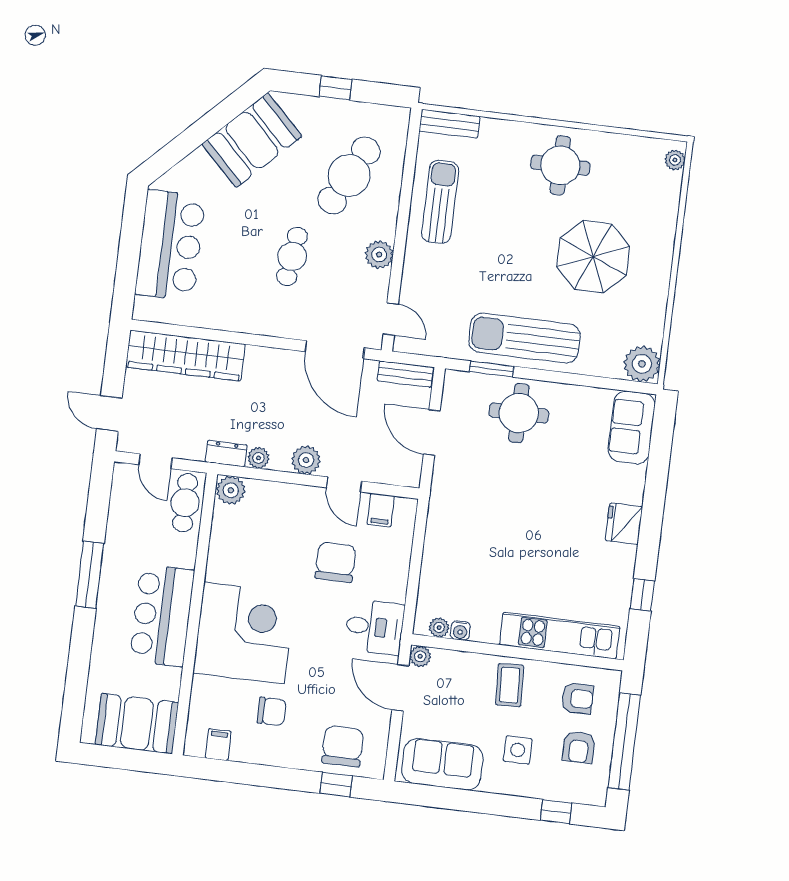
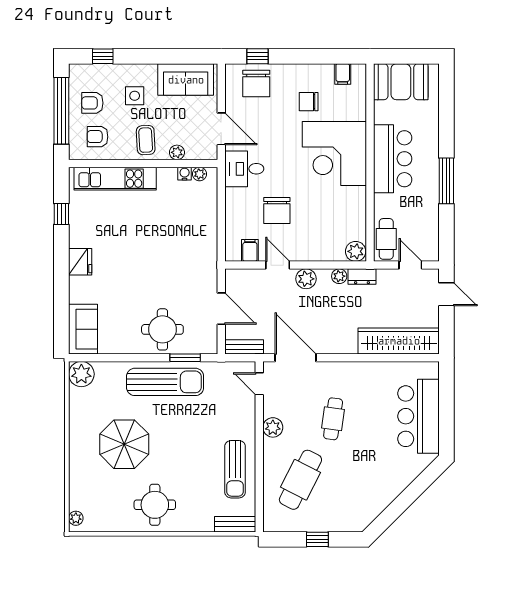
booth: (252, 140) -> (371, 496), removed
plant: (420, 656) -> (177, 152), moved
armchair: (579, 747) -> (92, 103), turned -90

